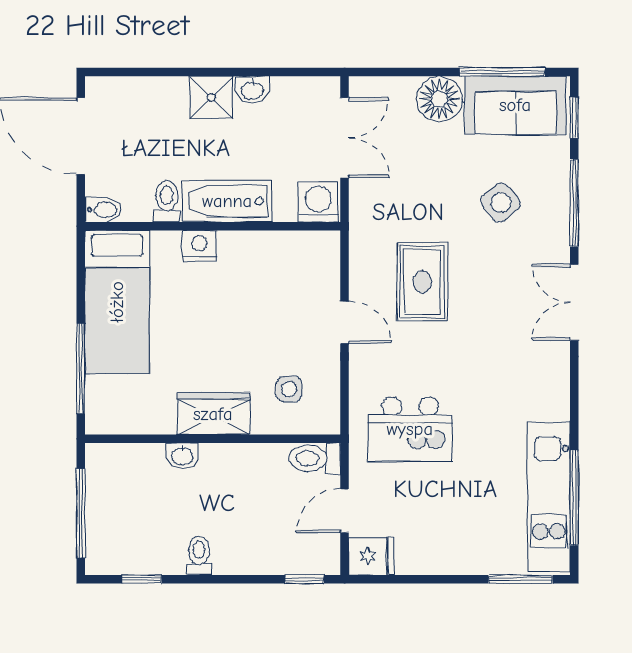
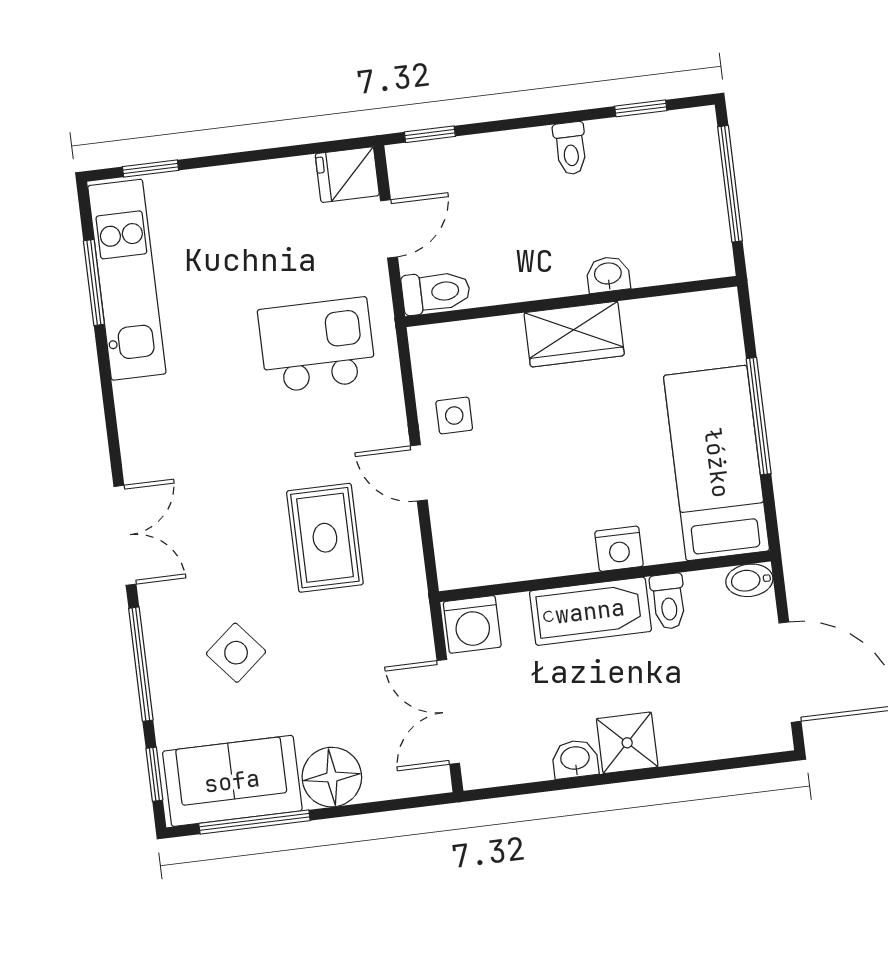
window: (81, 368) -> (759, 416), moved
side table: (289, 389) -> (454, 415), moved
window: (574, 498) -> (94, 282), width x0.69
window: (520, 579) -> (151, 169), width x0.67

